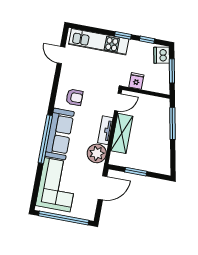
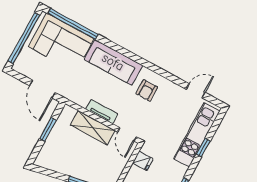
window: (123, 35) -> (203, 148), moved
window: (45, 139) -> (73, 24), moved
plant: (97, 153) -> (80, 95), removed

